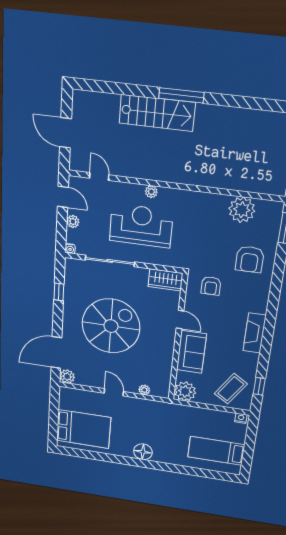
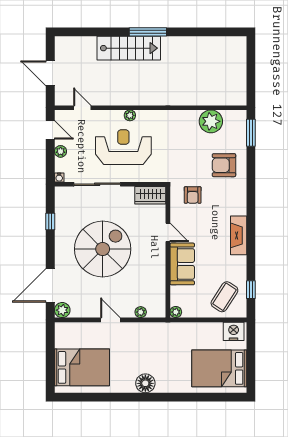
armchair: (250, 259) -> (224, 165), turned 90
plant: (185, 391) -> (176, 312), width x0.53, depth x0.53
nightstand: (241, 418) -> (234, 331), width x1.89, depth x1.79
bed: (216, 451) -> (219, 368), width x1.50

